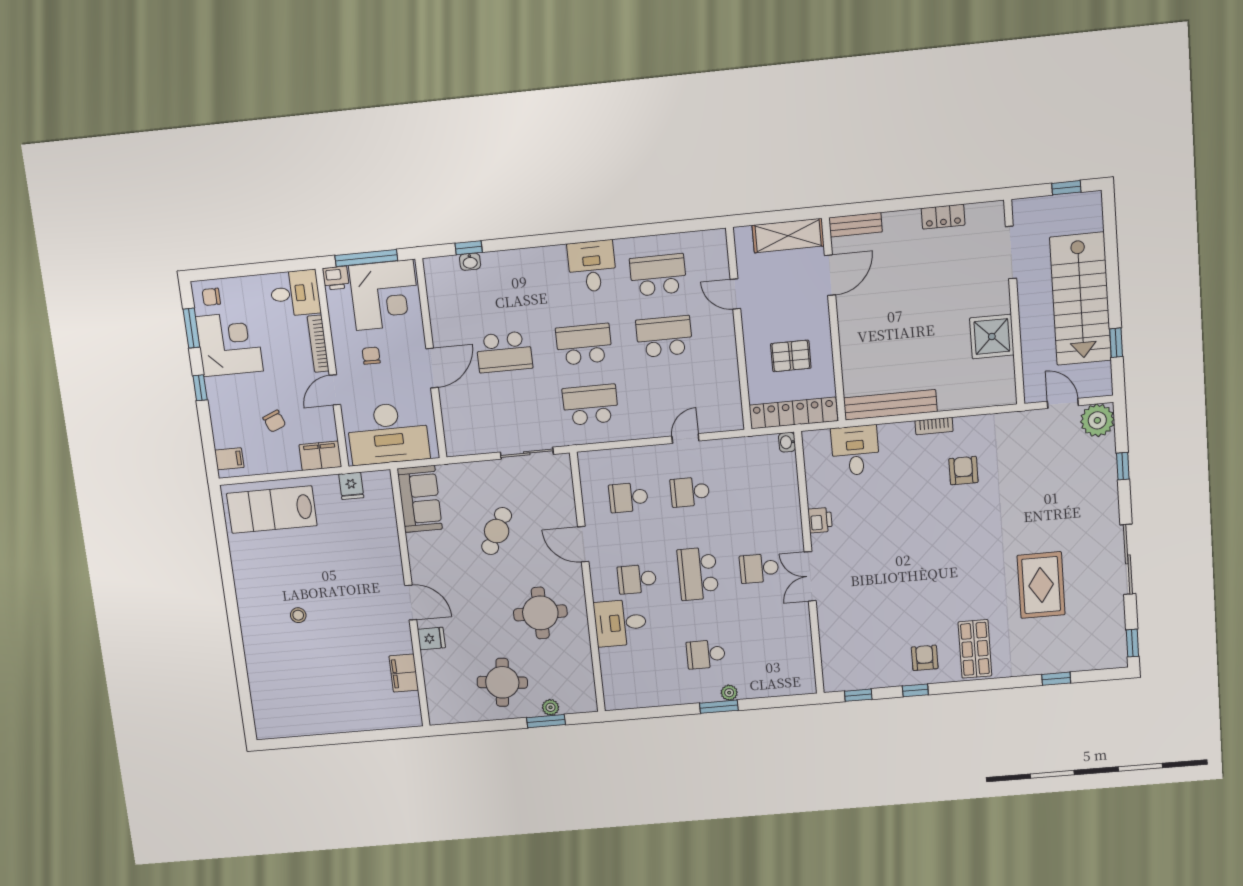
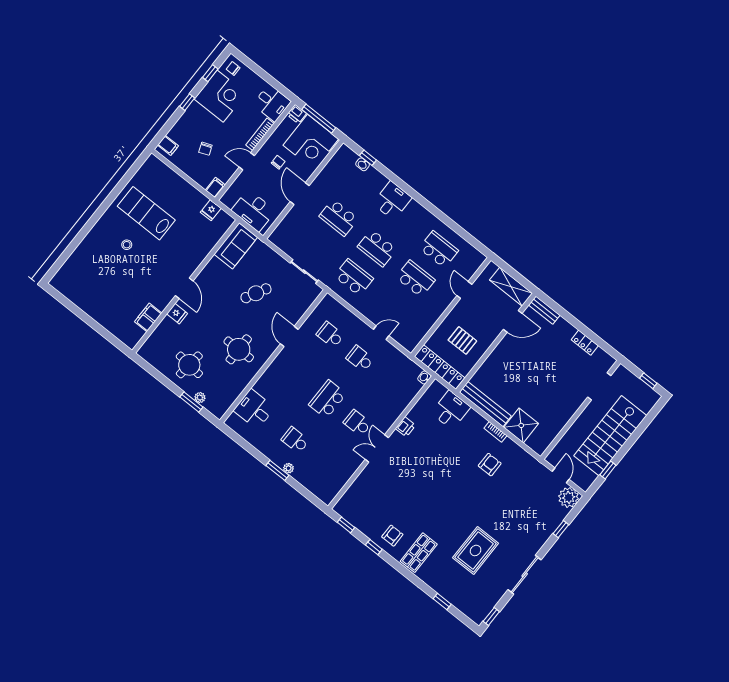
desk: (592, 266) -> (392, 201), moved
window: (191, 328) -> (210, 73), width x0.67
shower: (992, 336) -> (521, 425), moved
school desk: (584, 344) -> (377, 248), turned 180
door: (432, 368) -> (300, 194), swing flipped
desk: (388, 433) -> (253, 211), width x0.73, depth x0.77
filing cabinet: (320, 456) -> (215, 188), width x0.50
lab bench: (272, 510) -> (146, 213), moved
school desk: (637, 579) -> (298, 376), removed
desk: (620, 623) -> (254, 409), moved

